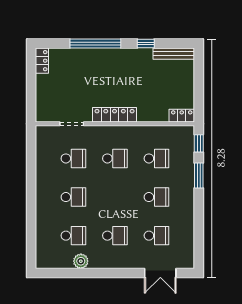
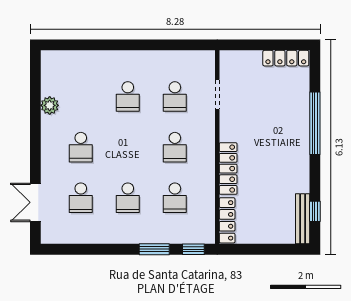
window: (146, 44) -> (315, 211), moved
locker: (42, 61) -> (286, 58), width x1.53
locker: (115, 115) -> (228, 169), moved
locker: (182, 116) -> (227, 220), width x1.53
school desk: (73, 236) -> (81, 97), removed

